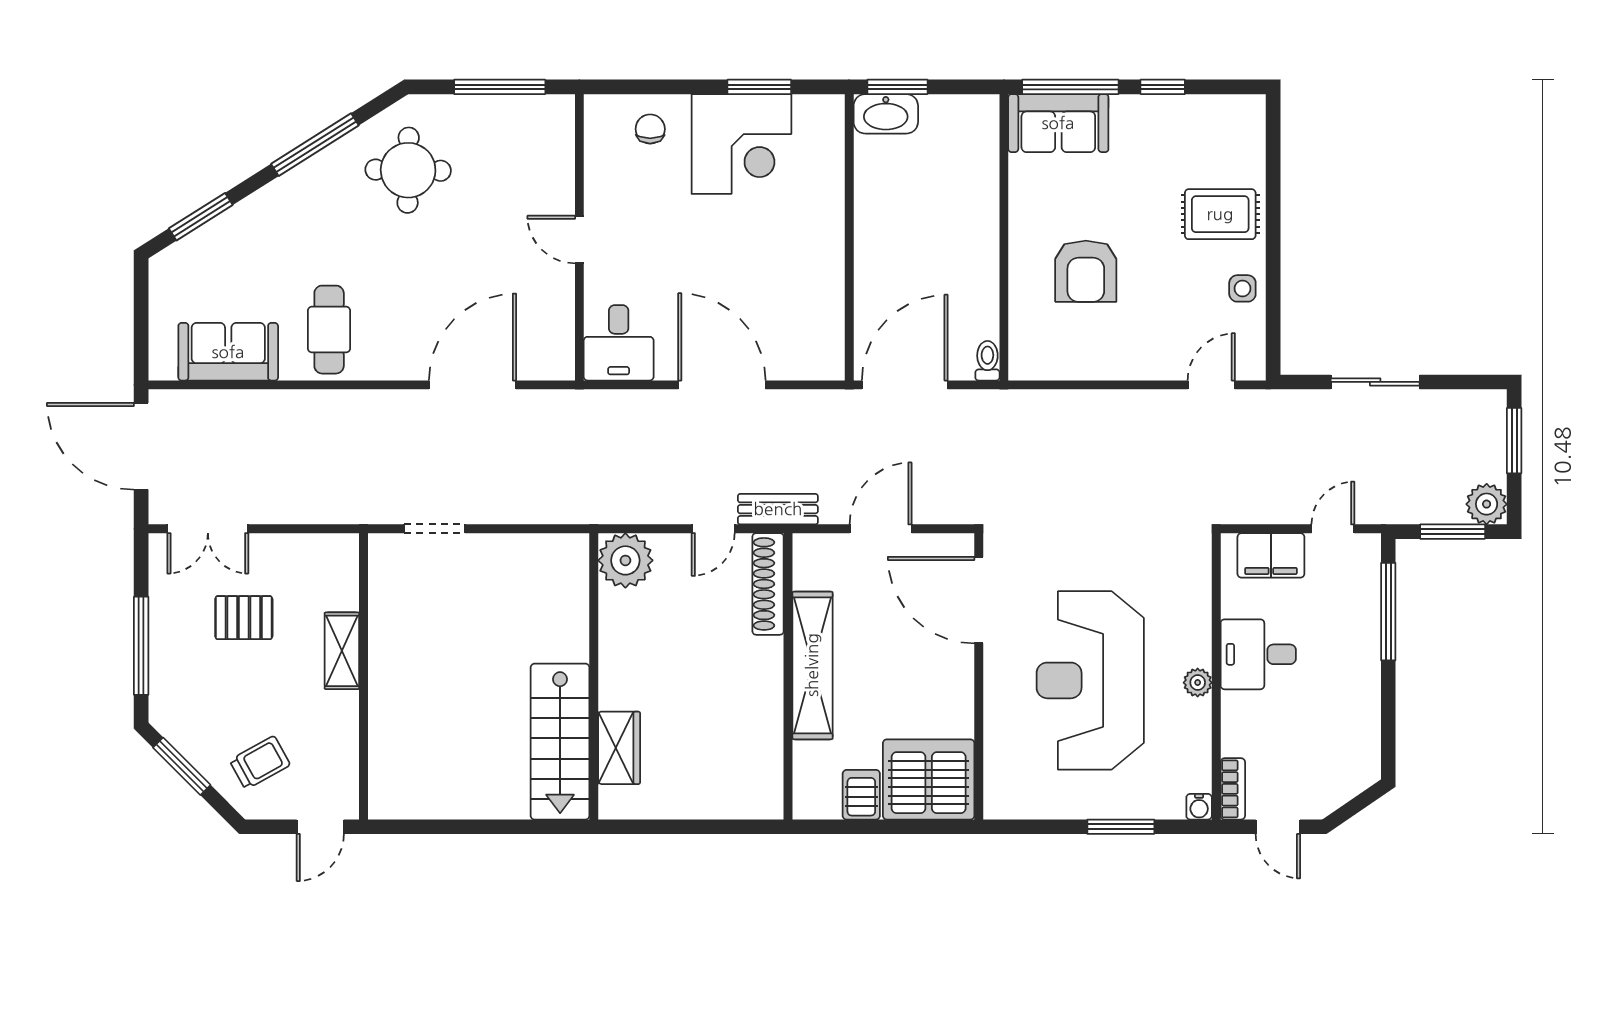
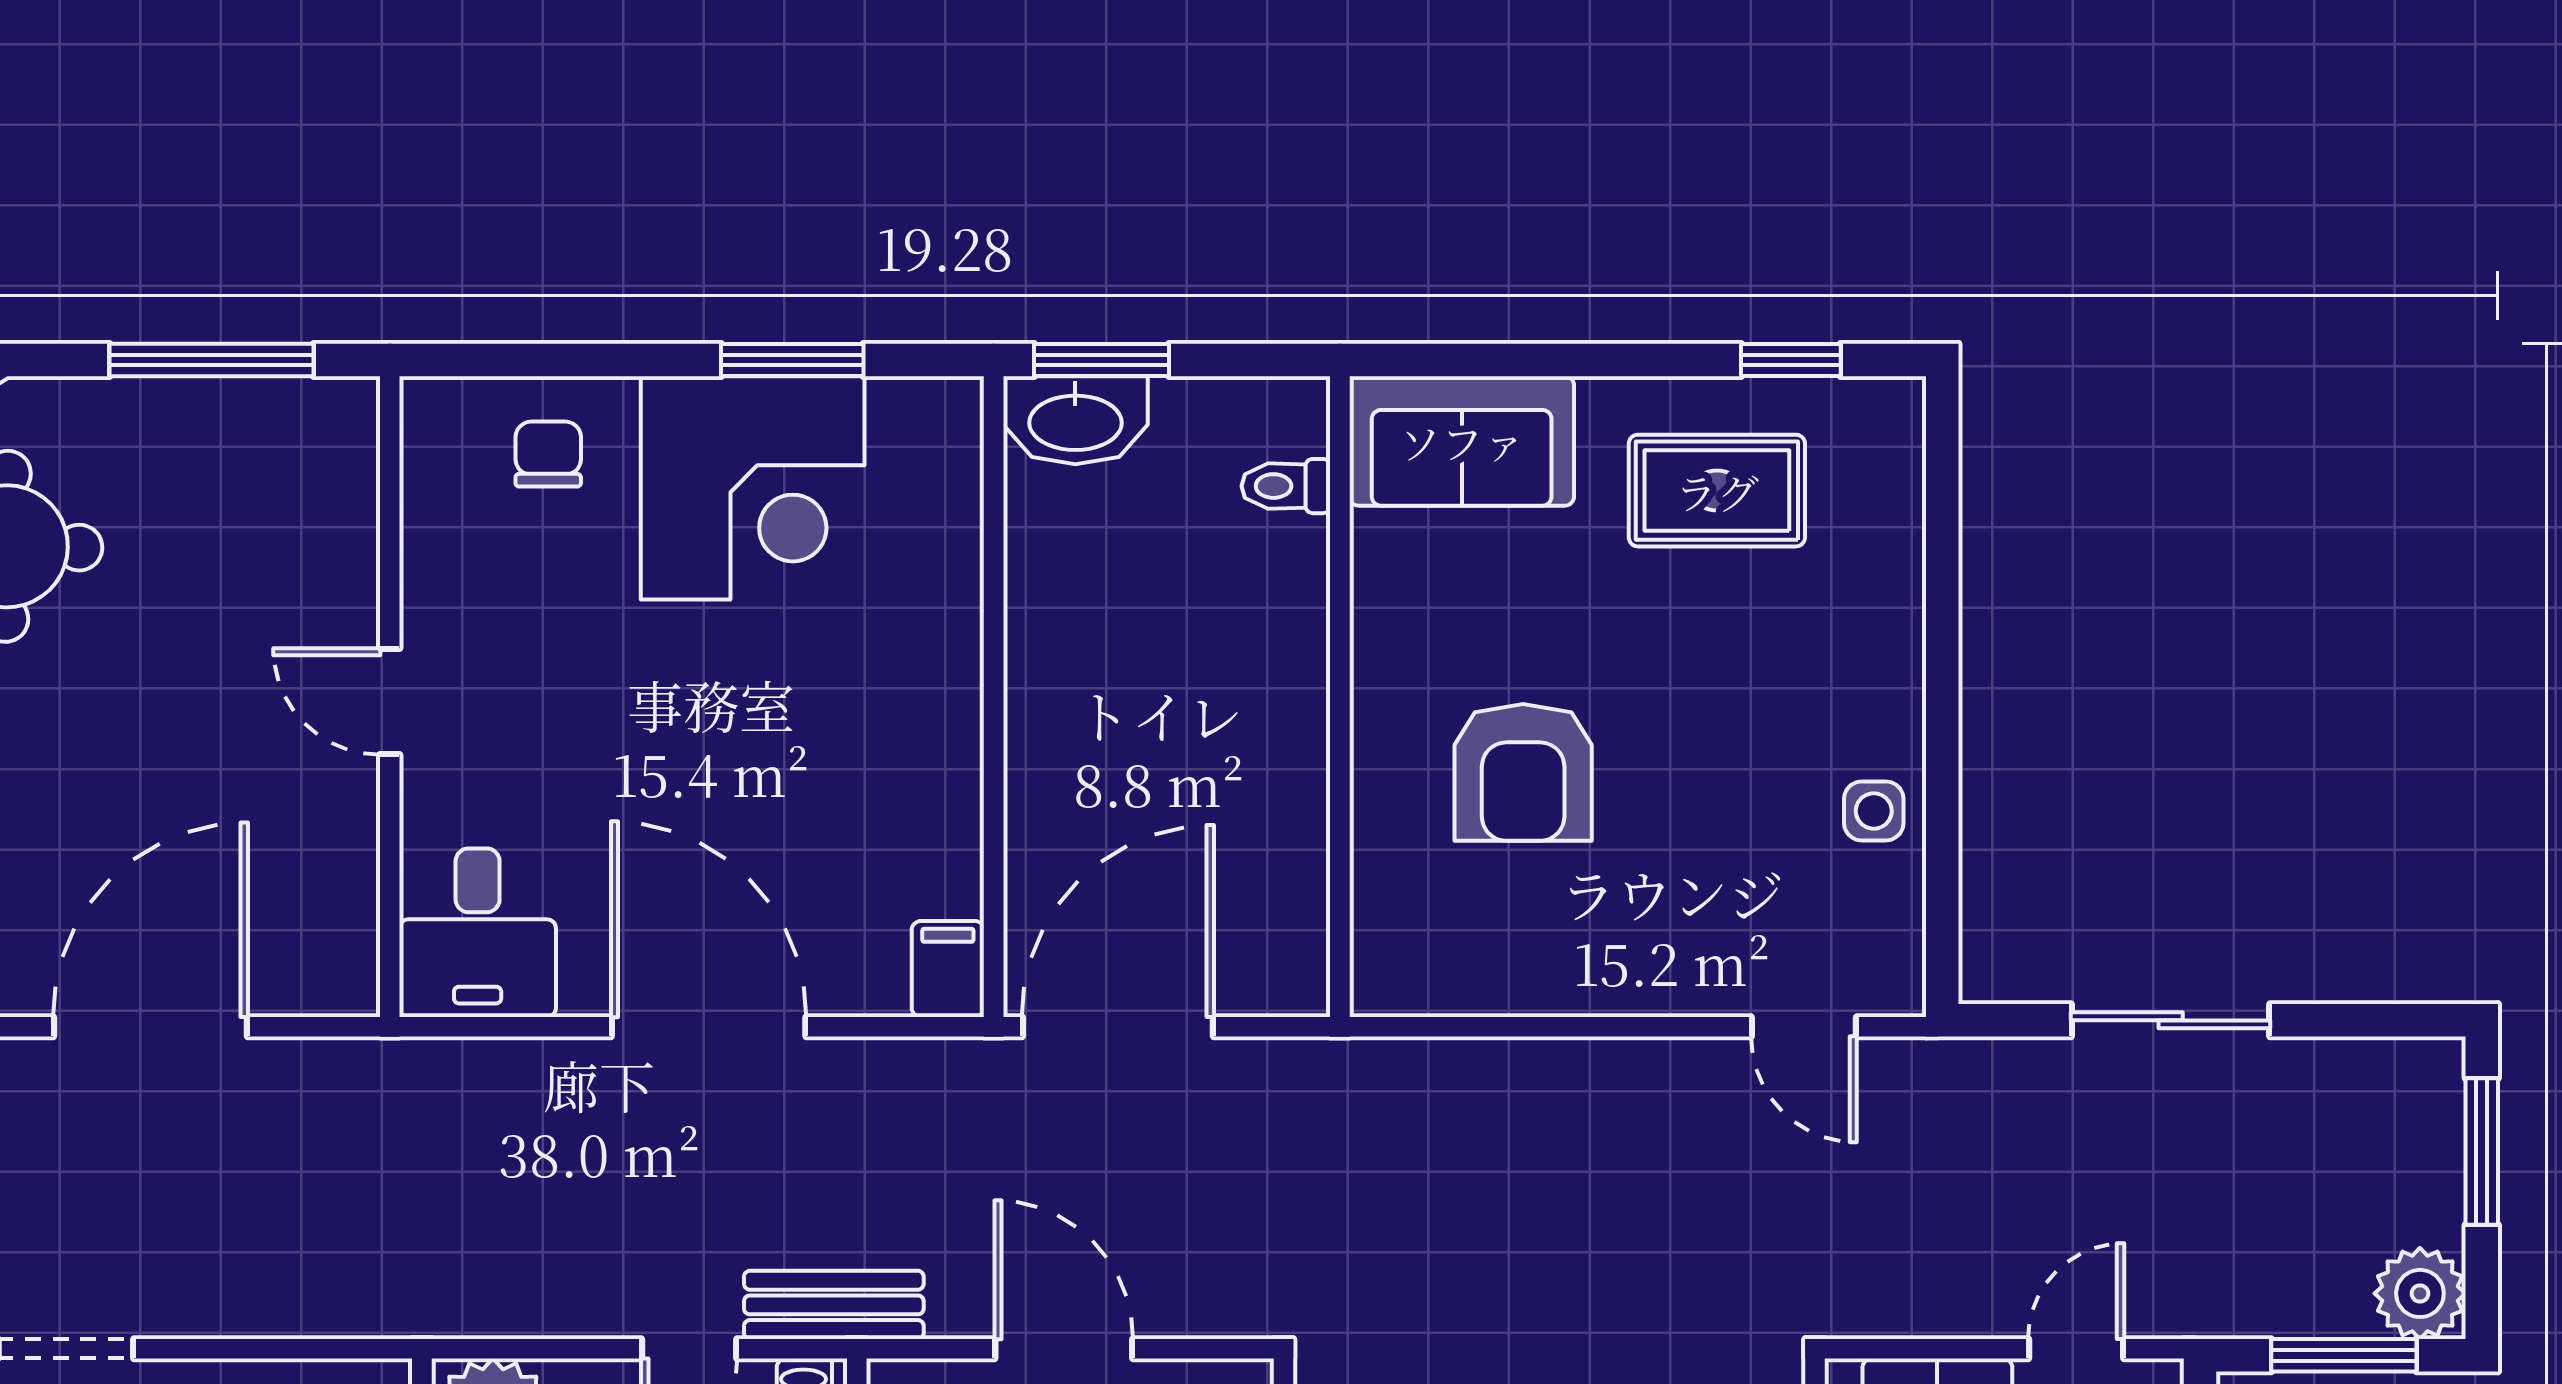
window: (1070, 87) -> (1488, 360), removed
window: (1163, 87) -> (1791, 360), moved
rug: (1220, 214) -> (1717, 491), moved
filing cabinet: (829, 359) -> (948, 969), added
toilet: (987, 361) -> (1286, 486), moved, turned -90
door: (1211, 385) -> (1804, 1027), swing flipped
door: (881, 529) -> (1064, 1349), hinge flipped

